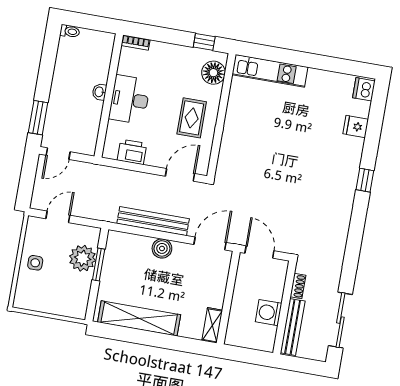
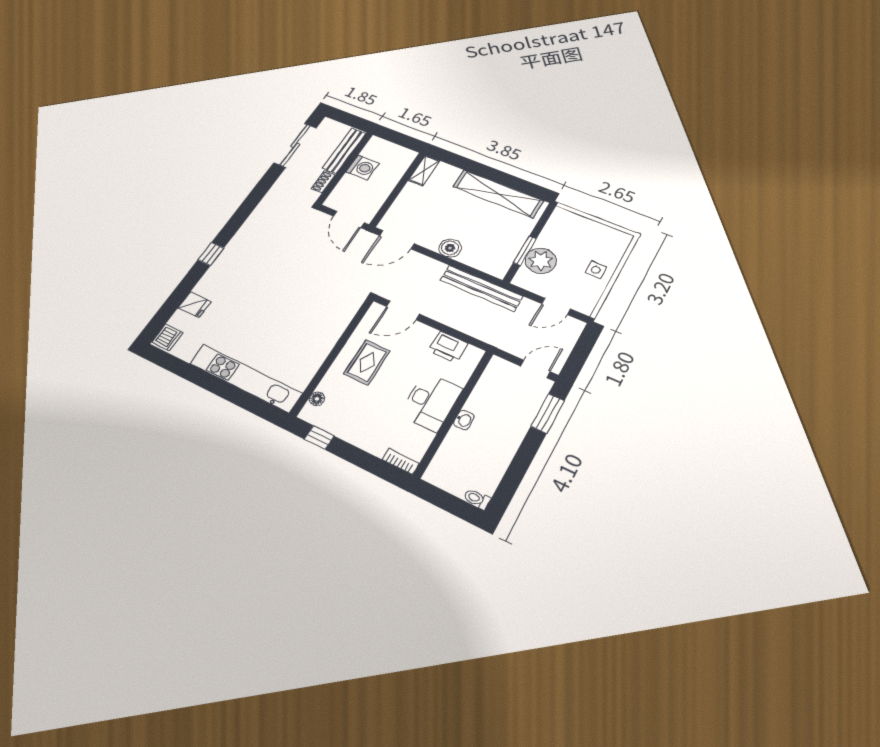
kitchen unit: (270, 71) -> (245, 378), width x1.36
floor lamp: (213, 73) -> (317, 399), width x0.53, depth x0.53
bench: (153, 221) -> (481, 288), moved

